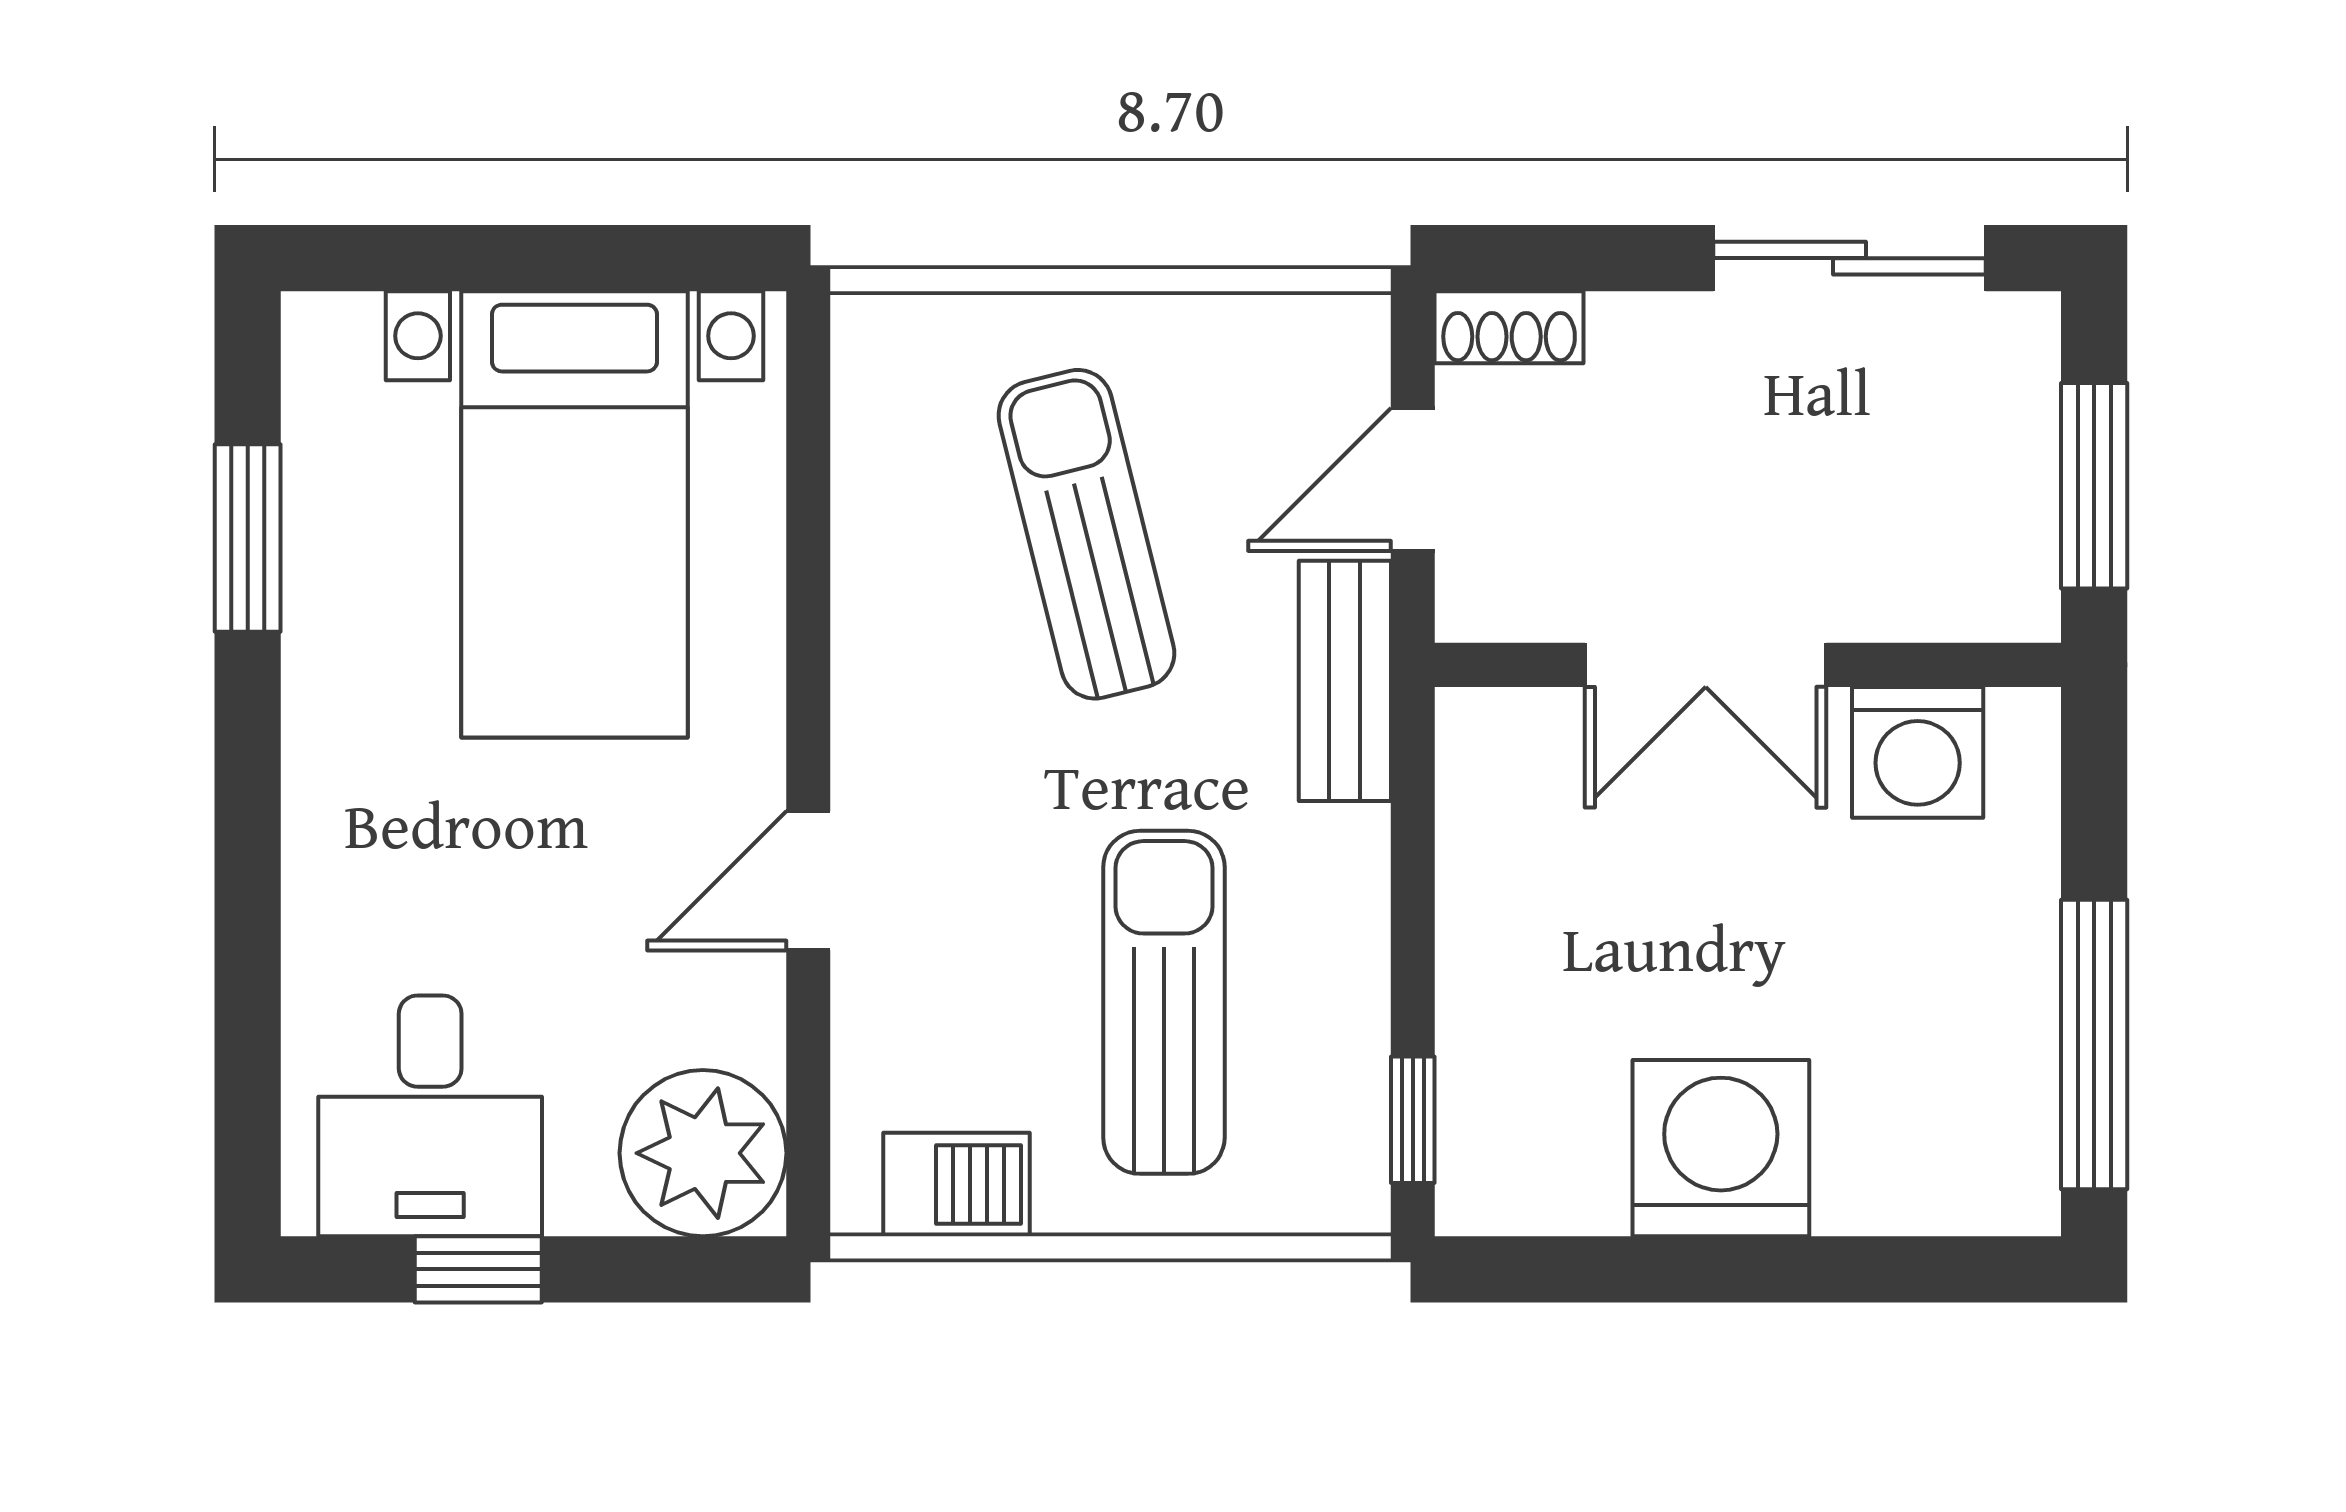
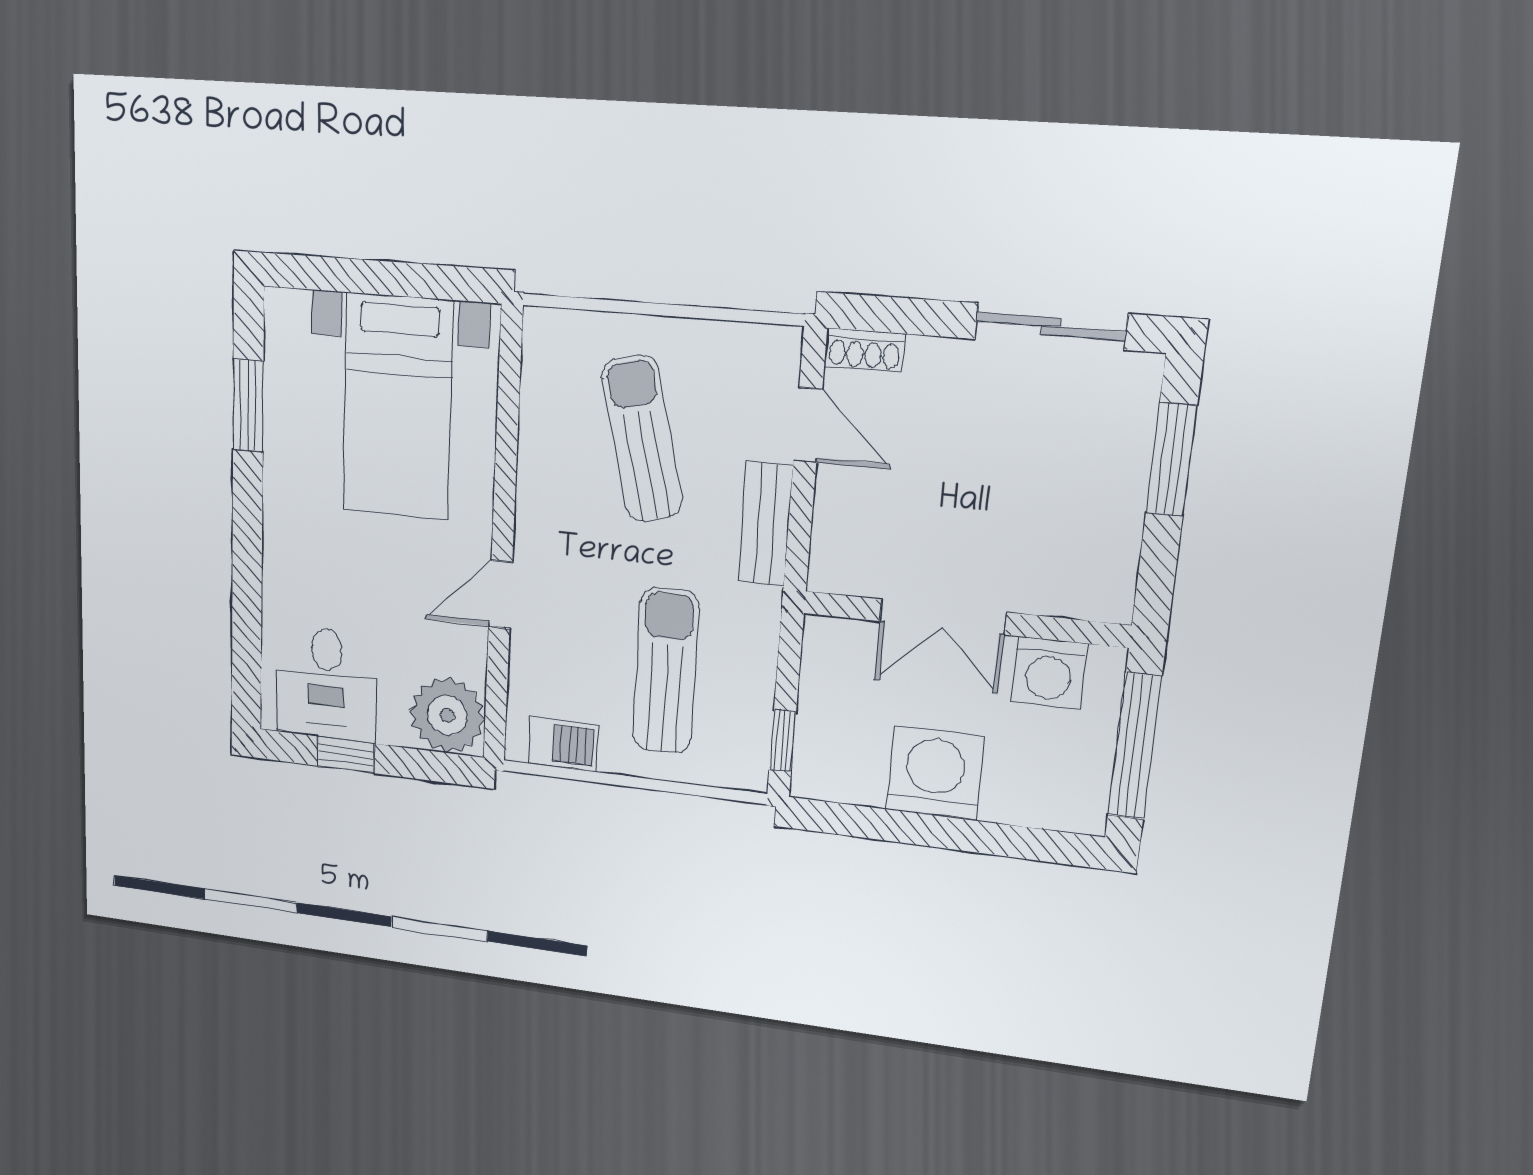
door: (1413, 480) -> (808, 425), swing flipped
double door: (1706, 665) -> (943, 617), moved
wall: (1748, 665) -> (965, 619), moved
washing machine: (1918, 752) -> (1049, 672), moved

